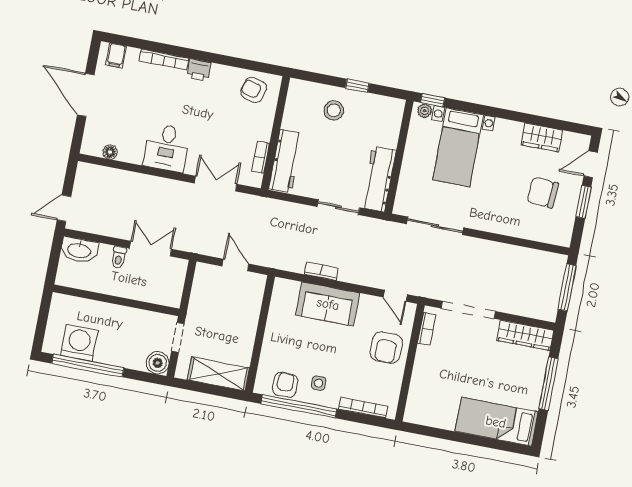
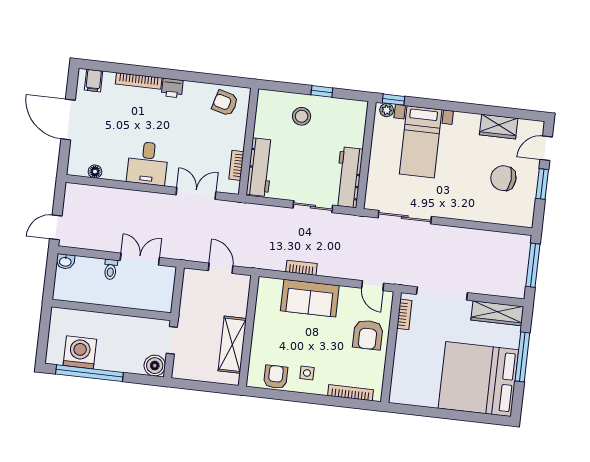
washbasin: (79, 250) -> (65, 261), width x0.52, depth x0.69
shelving: (218, 374) -> (232, 345), moved, turned 90
window: (299, 406) -> (290, 396), removed
bed: (496, 422) -> (478, 379), width x2.04

